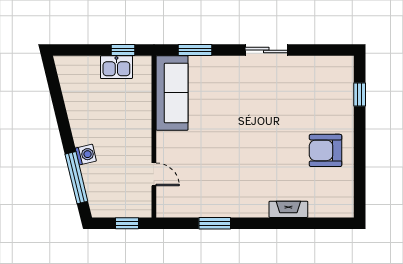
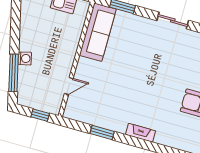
door: (154, 174) -> (69, 86), hinge flipped
fireplace: (288, 209) -> (141, 133), moved

